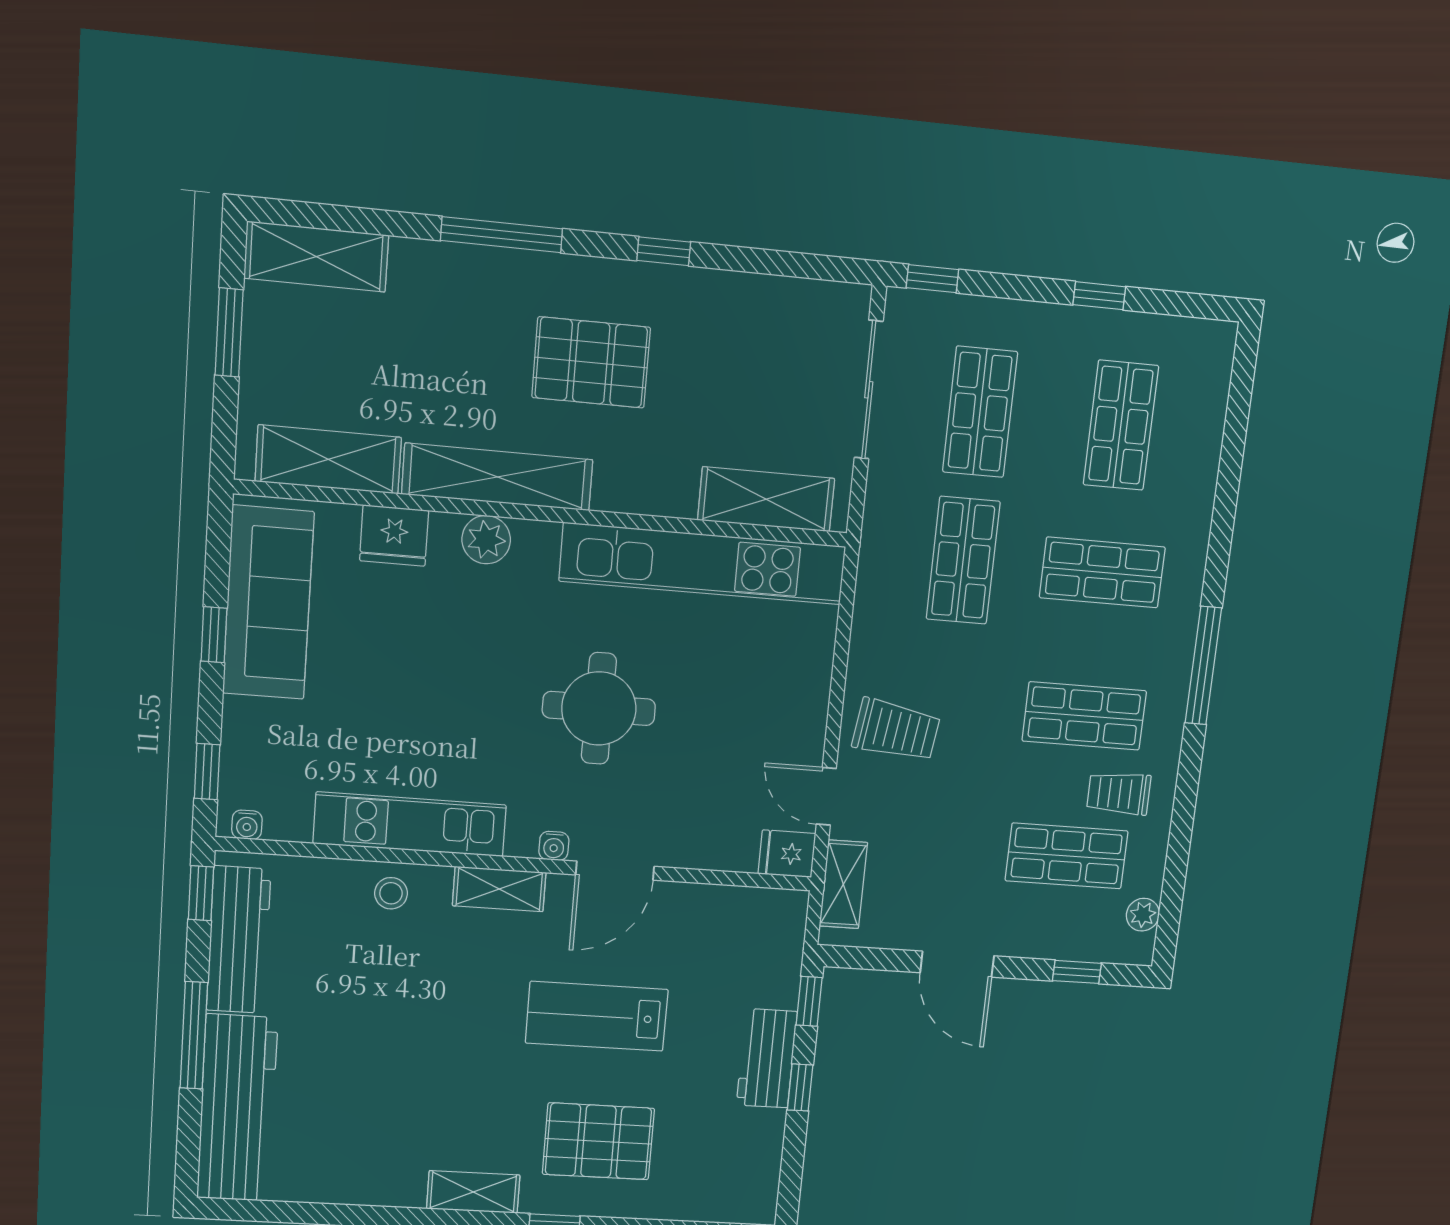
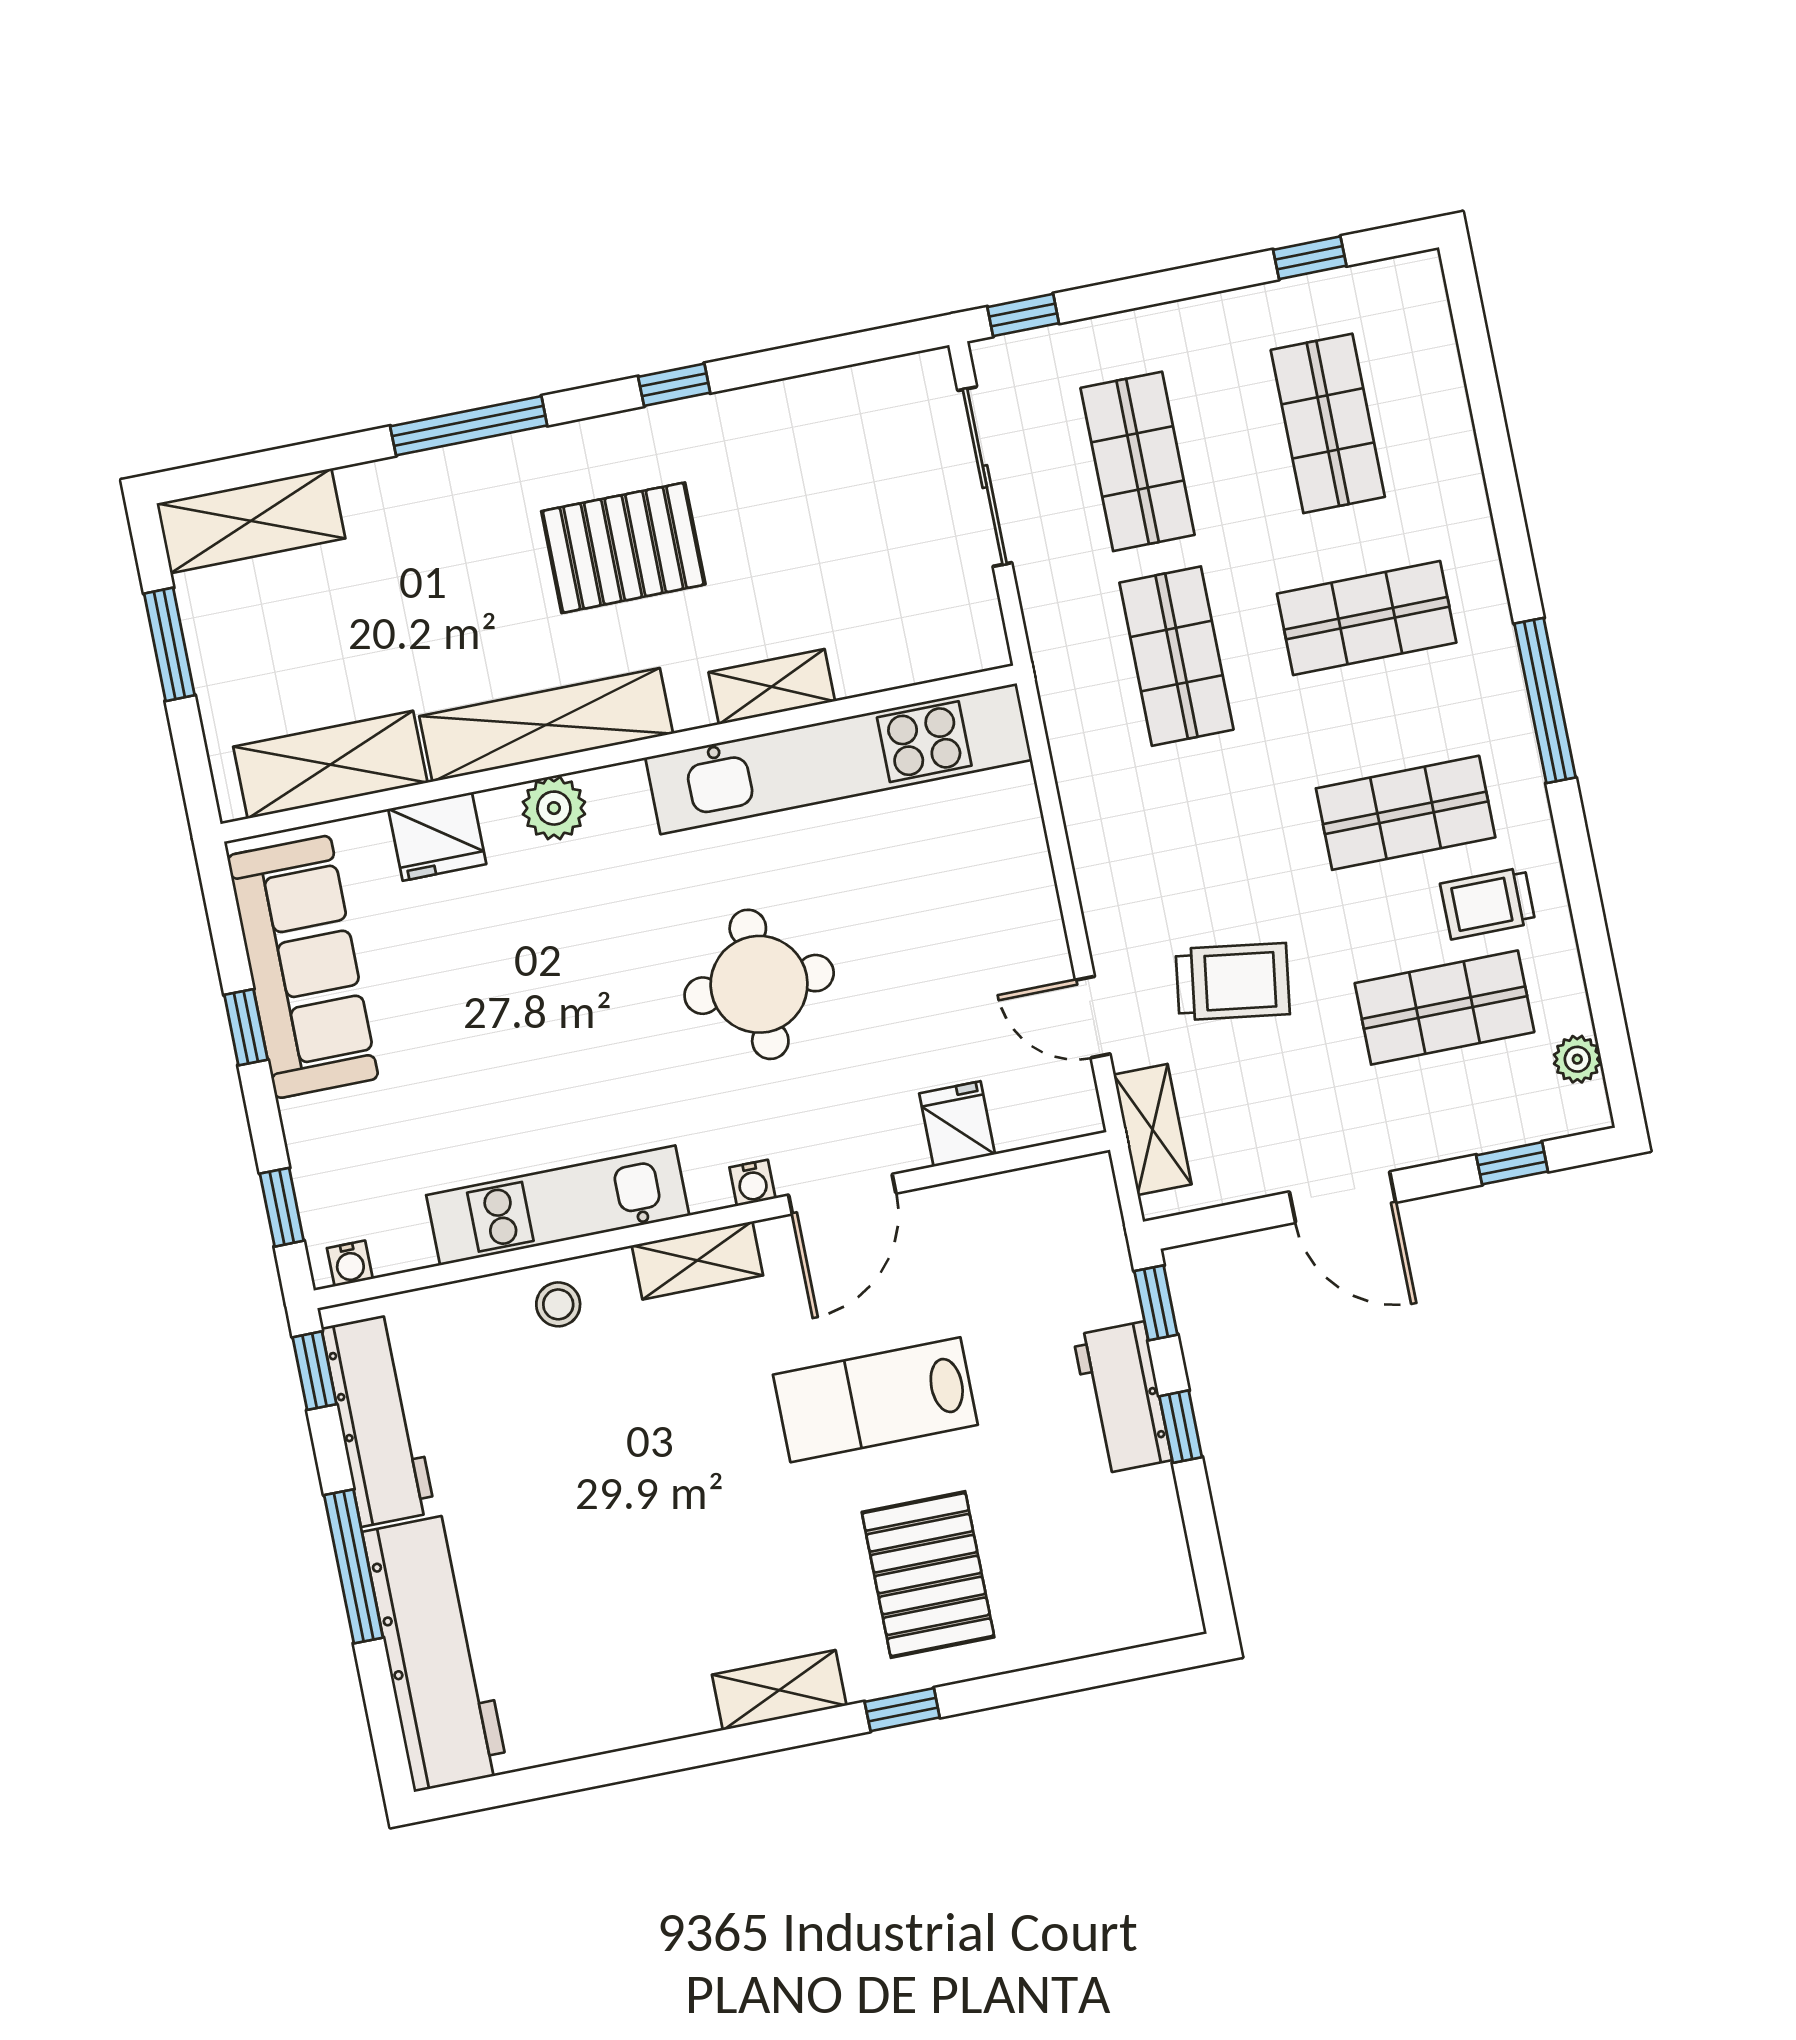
window: (1099, 296) -> (1310, 258), moved
shelving: (766, 499) -> (772, 687), moved, width x0.67, depth x0.75
trolley: (896, 730) -> (1233, 982), moved
fridge: (787, 854) -> (957, 1124), moved, turned 90
pallet: (598, 1141) -> (928, 1575), turned 90

